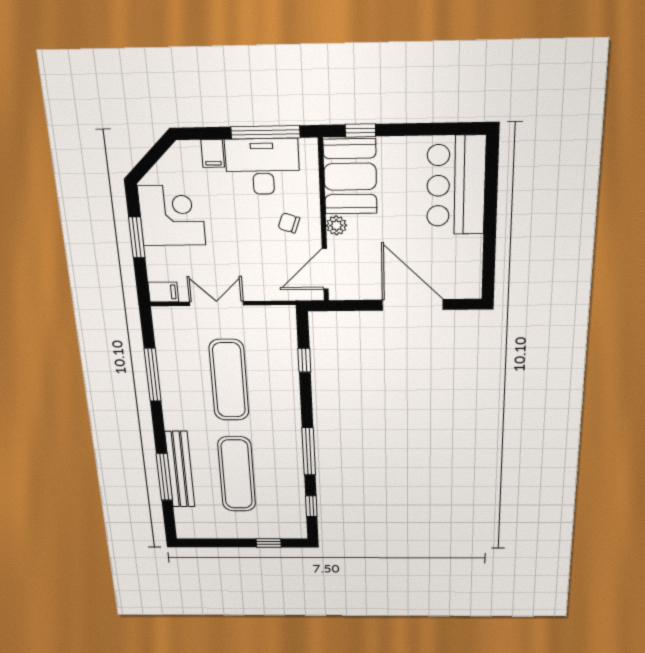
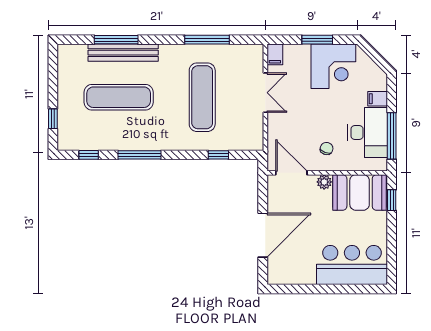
exercise mat: (229, 380) -> (202, 97), turned 90

